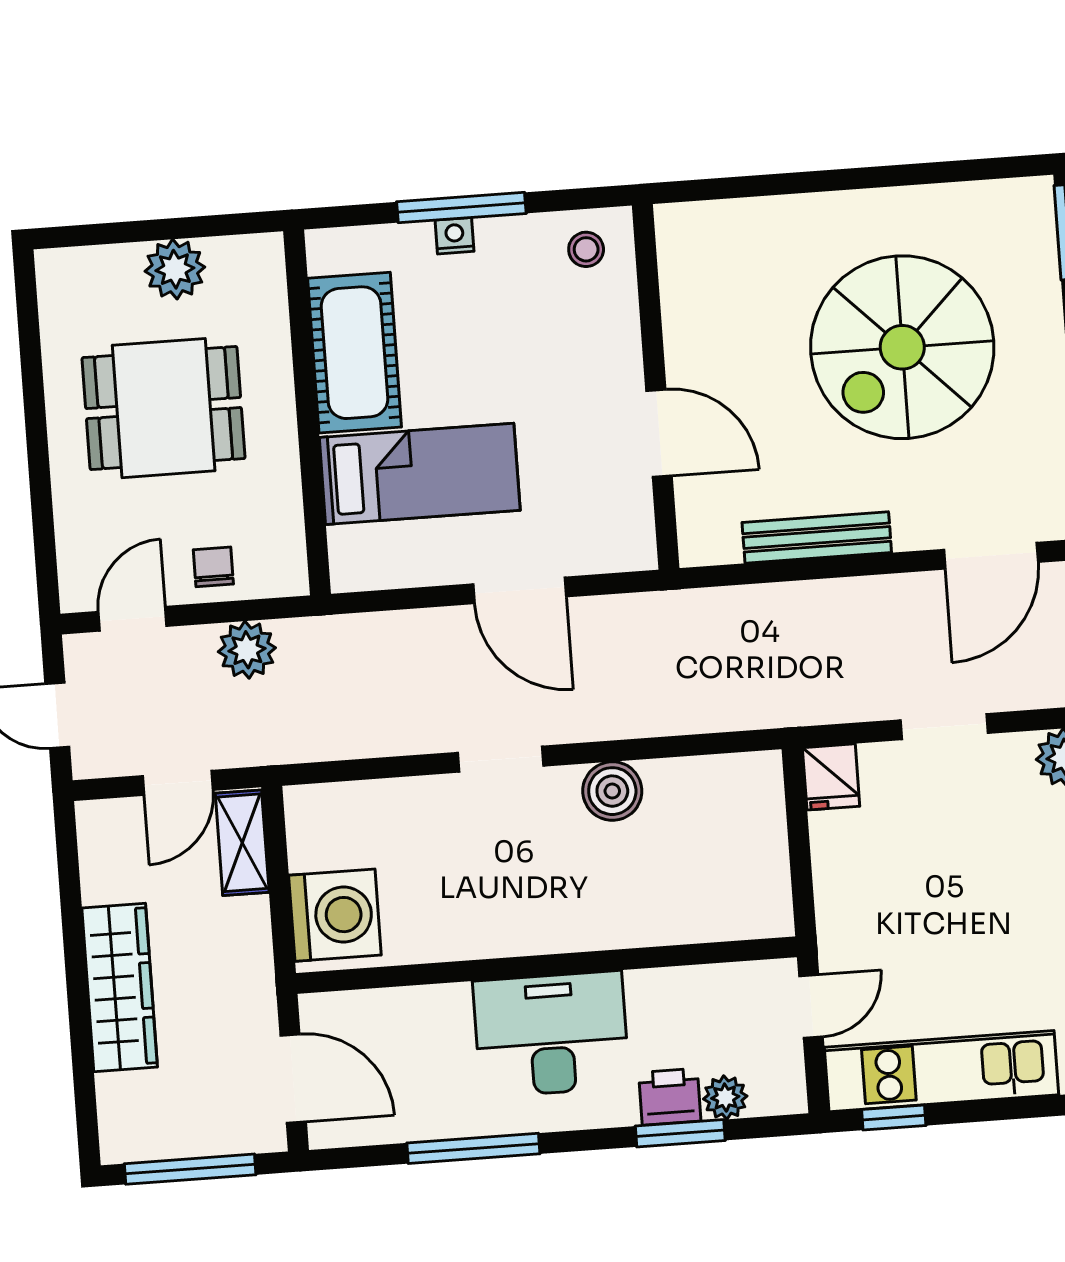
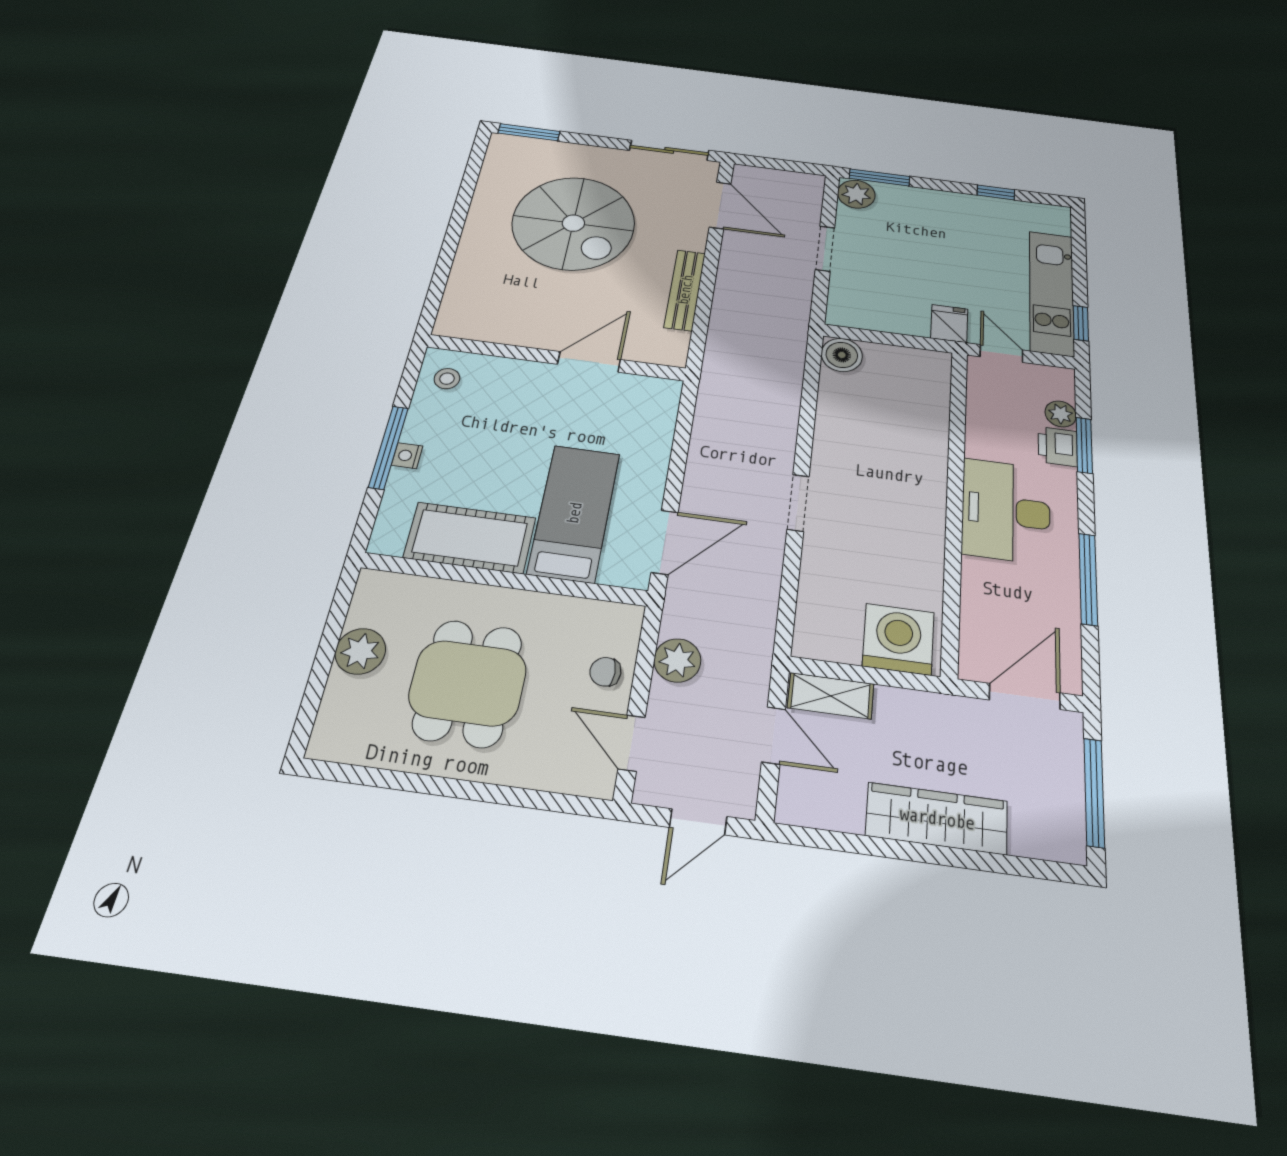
door: (520, 590) -> (665, 542), moved
fridge: (831, 777) -> (949, 324), moved, turned -90
boiler: (612, 791) -> (842, 355), moved

